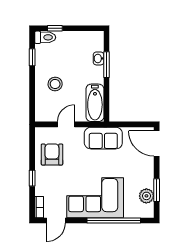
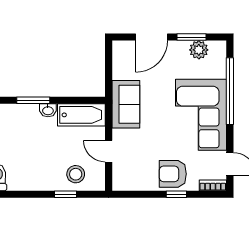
window: (32, 57) -> (65, 194), moved
washbasin: (99, 58) -> (48, 110), moved
stool: (55, 84) -> (76, 174), moved
door: (157, 143) -> (151, 37), moved
armchair: (52, 154) -> (173, 174), moved

